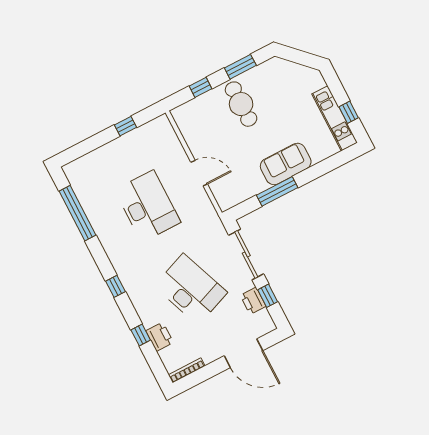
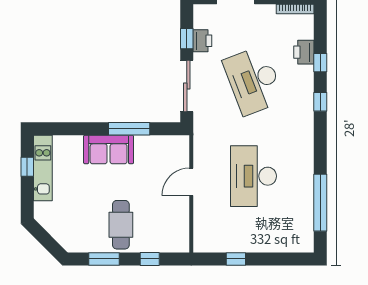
door: (199, 173) -> (191, 182), hinge flipped
window: (115, 286) -> (320, 102), moved

